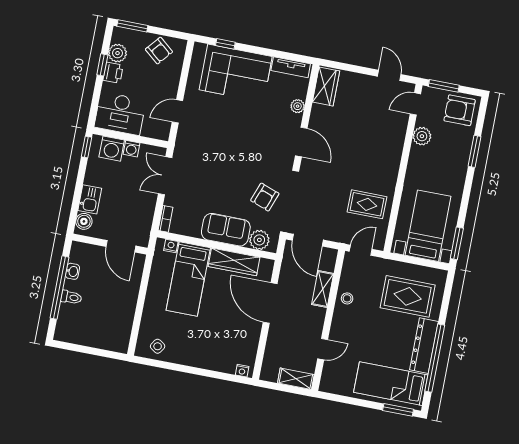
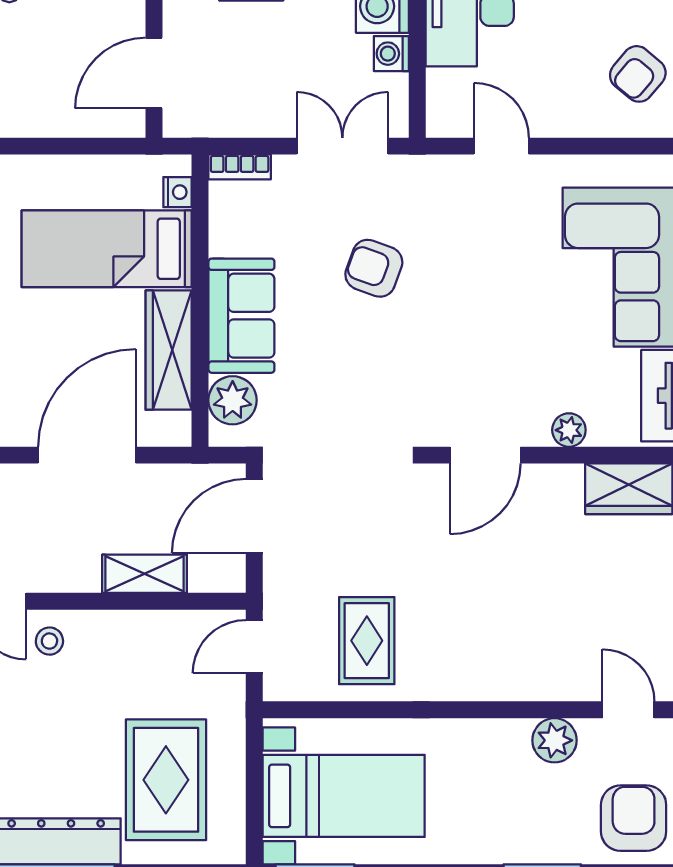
armchair: (265, 197) -> (374, 268), moved
door: (361, 250) -> (254, 647), swing flipped
stool: (347, 298) -> (49, 641), moved

